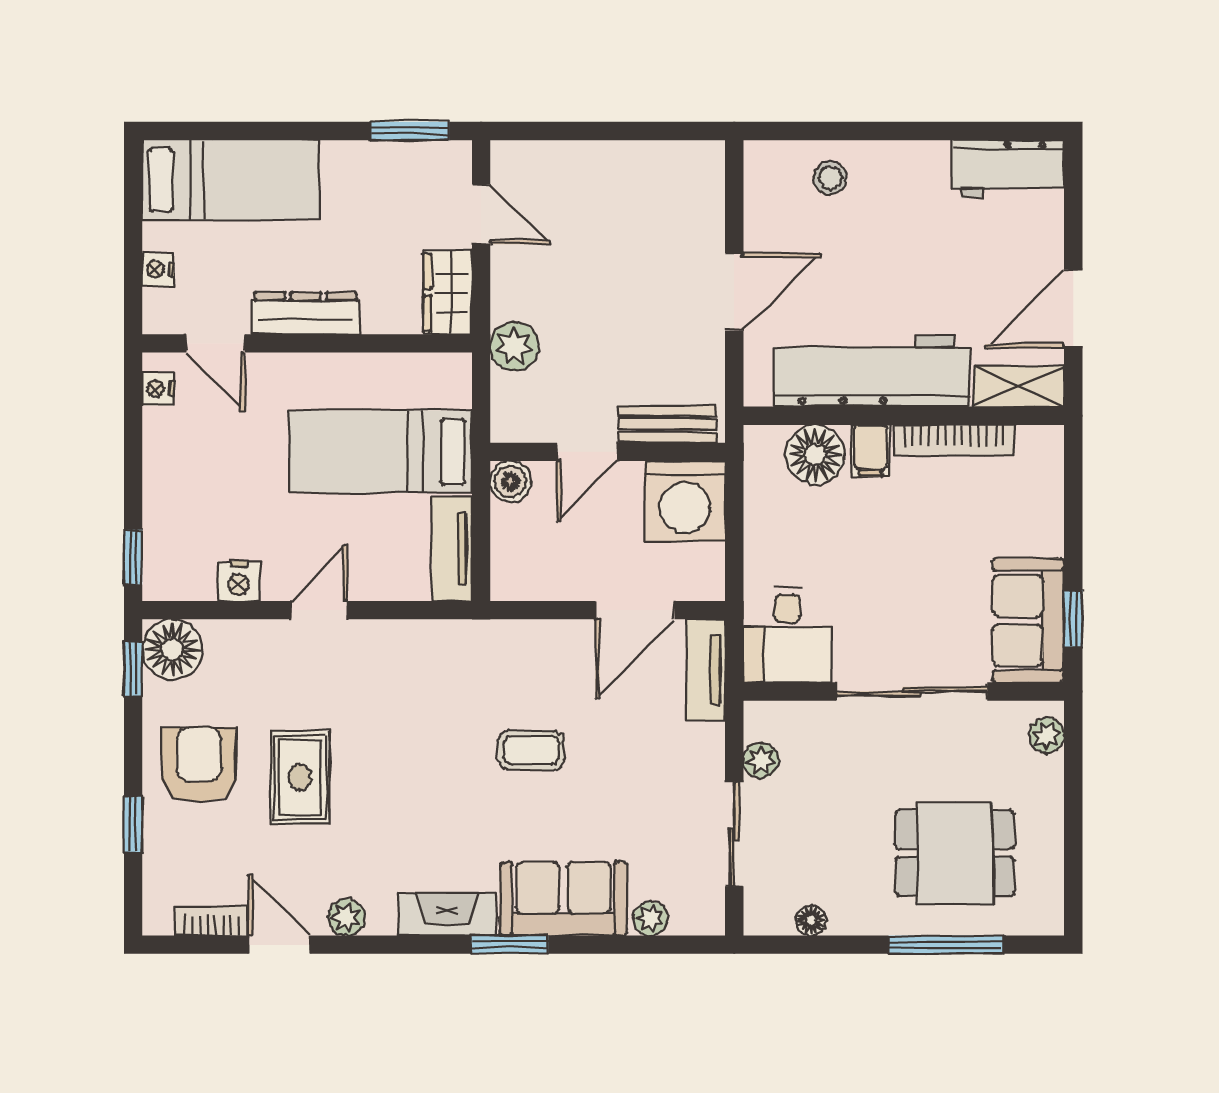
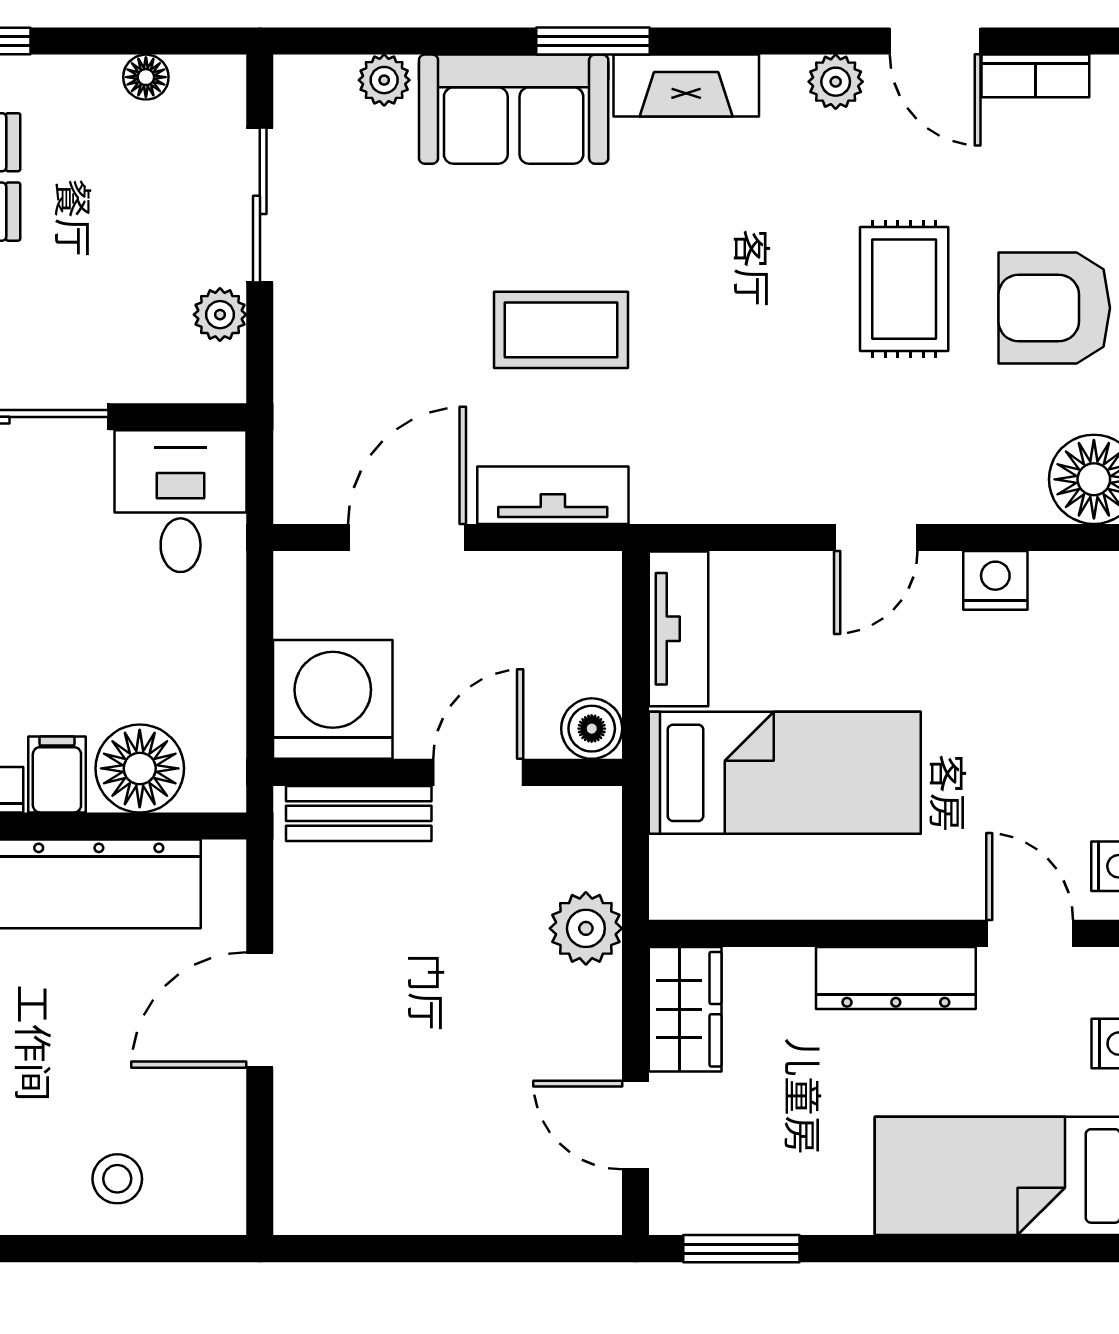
tv unit: (706, 670) -> (553, 495), moved, turned -90
coffee table: (531, 750) -> (561, 330), width x1.36, depth x1.30
armchair: (199, 765) -> (1054, 308), turned 90

